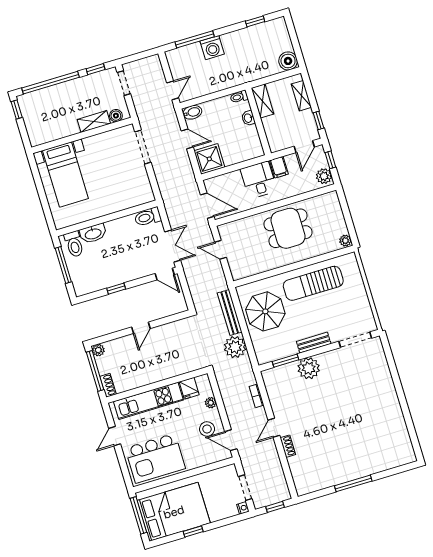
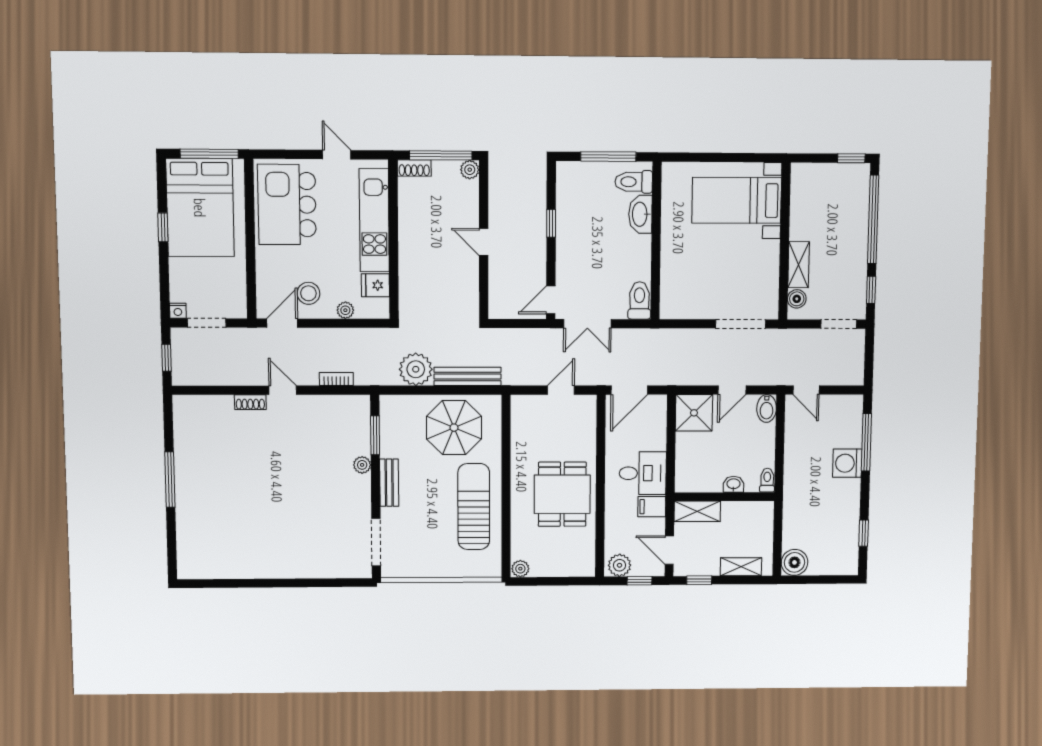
shelving: (263, 101) -> (697, 511), moved
plant: (309, 368) -> (362, 465), width x0.53, depth x0.53

